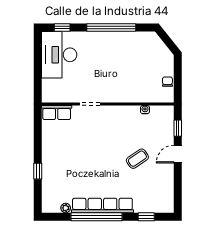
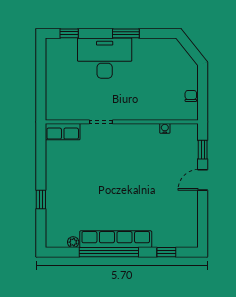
window: (111, 28) -> (126, 33), width x0.47
desk: (59, 55) -> (105, 58), moved, turned 90
coffee table: (137, 159) -> (156, 185), removed

